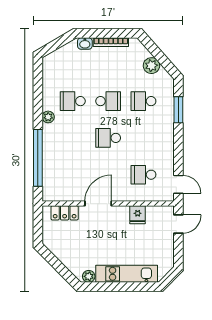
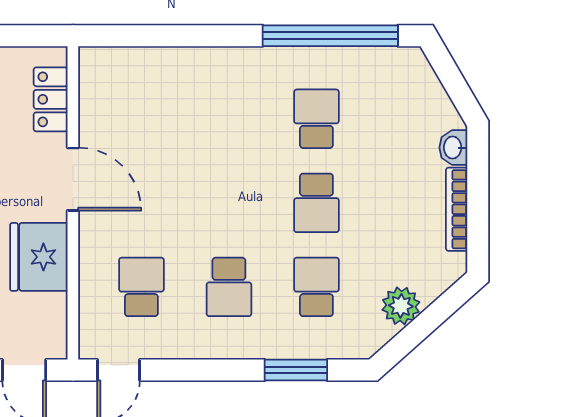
plant: (48, 117) -> (279, 60), removed
school desk: (108, 138) -> (229, 287), moved, turned 180
window: (38, 158) -> (330, 36), moved
fridge: (138, 215) -> (39, 257), width x1.88, depth x1.34

